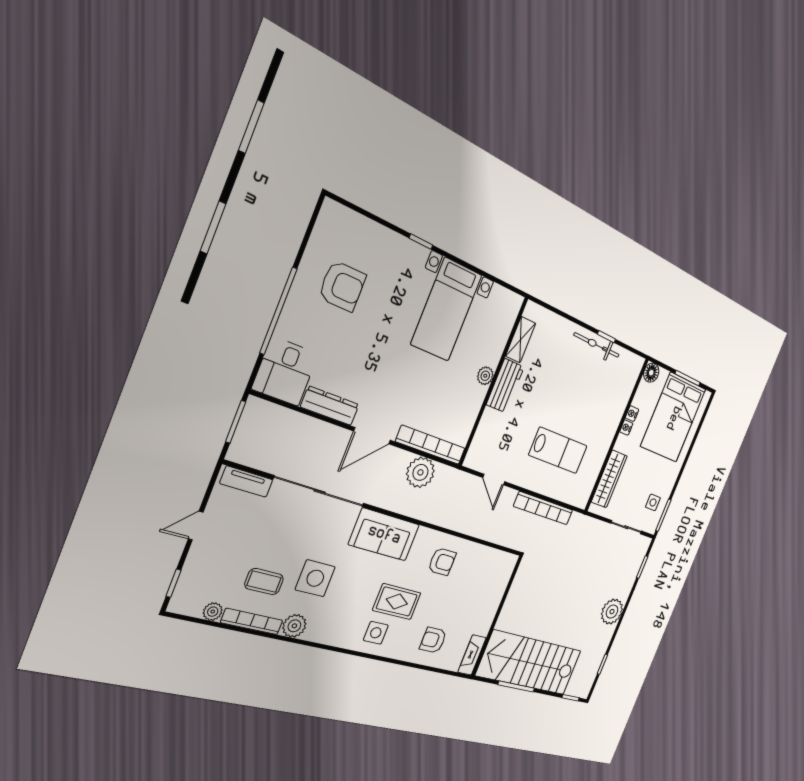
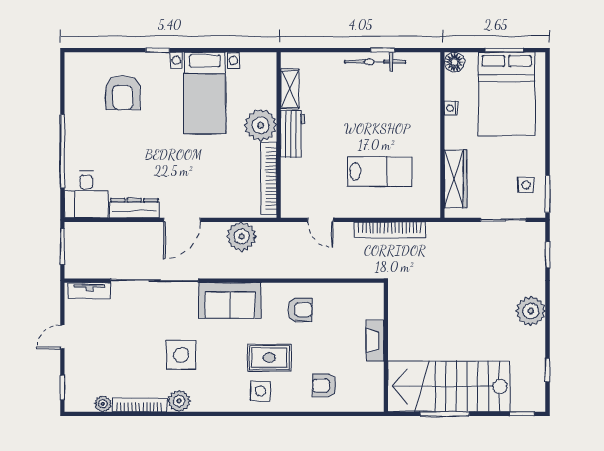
armchair: (342, 286) -> (123, 93), moved, turned 90
plant: (485, 376) -> (261, 125), width x1.87, depth x1.87
nightstand: (626, 427) -> (451, 124), removed
bookcase: (431, 445) -> (269, 179), moved, turned -90
coffee table: (264, 582) -> (137, 369), removed
fireplace: (472, 655) -> (375, 340), moved

